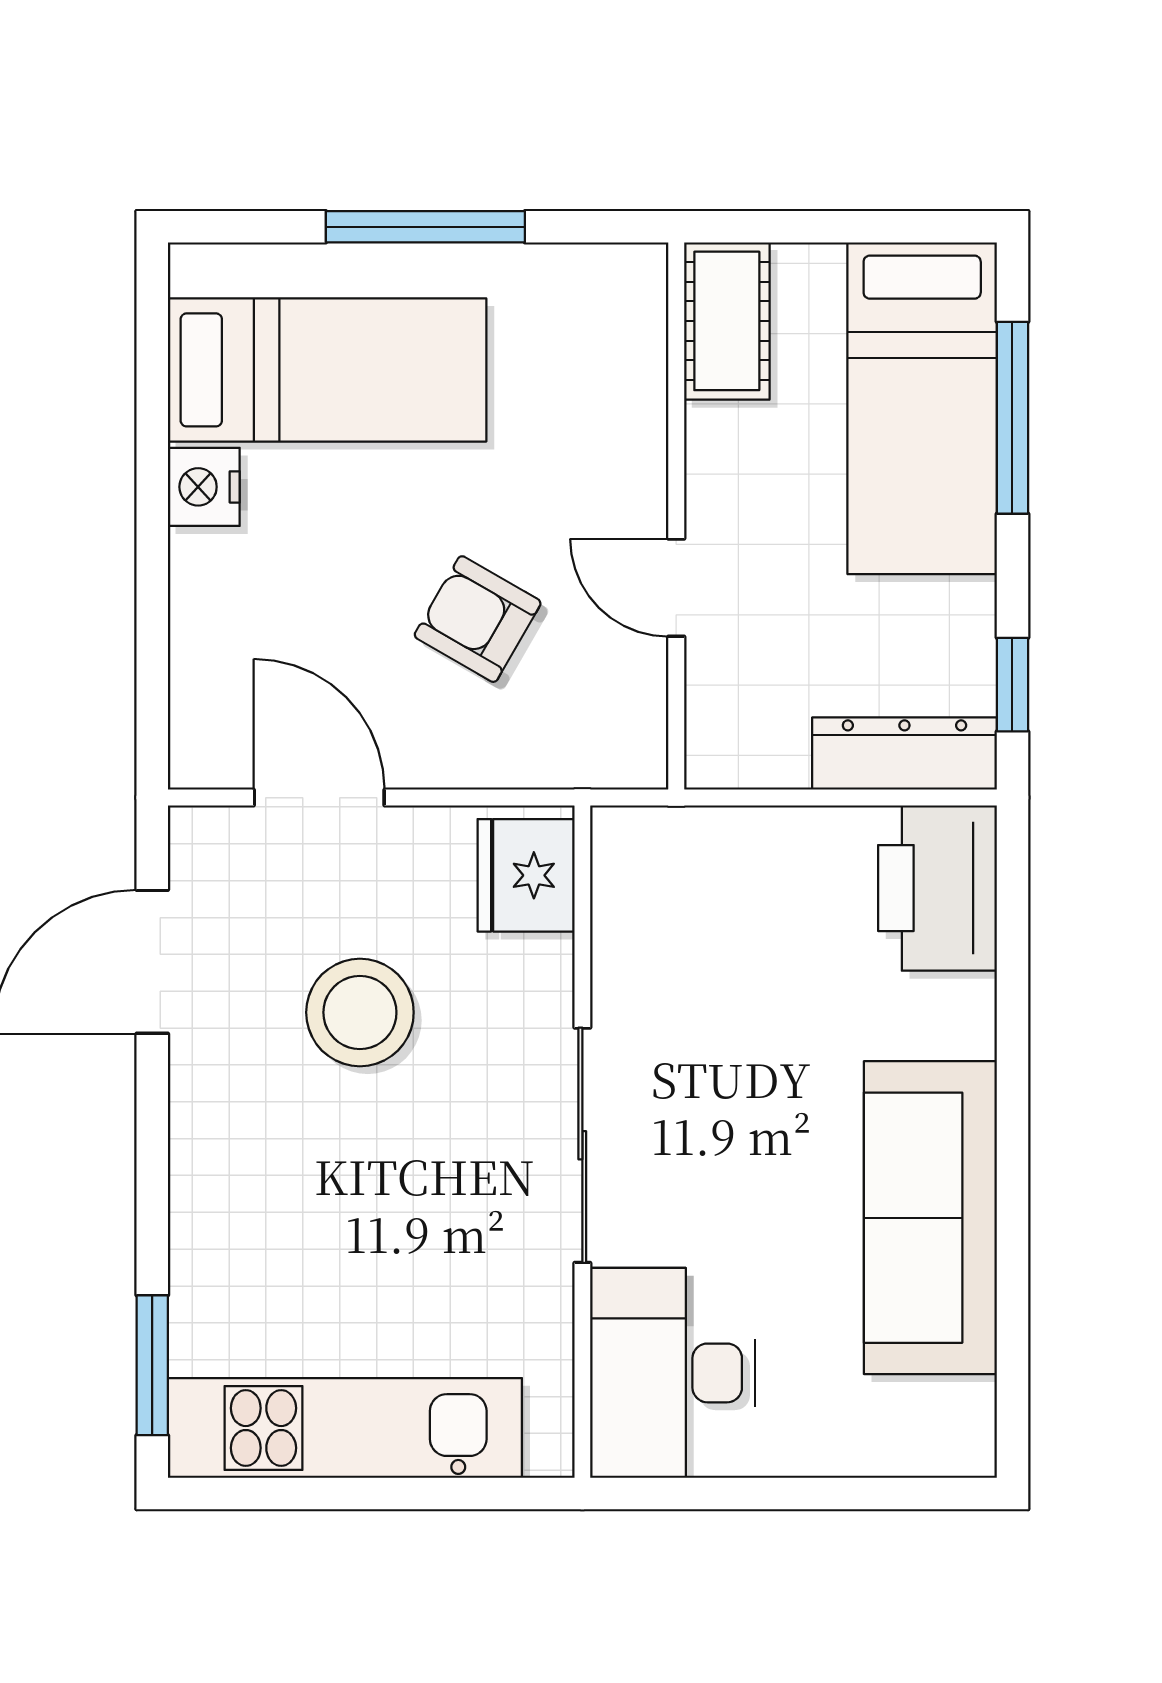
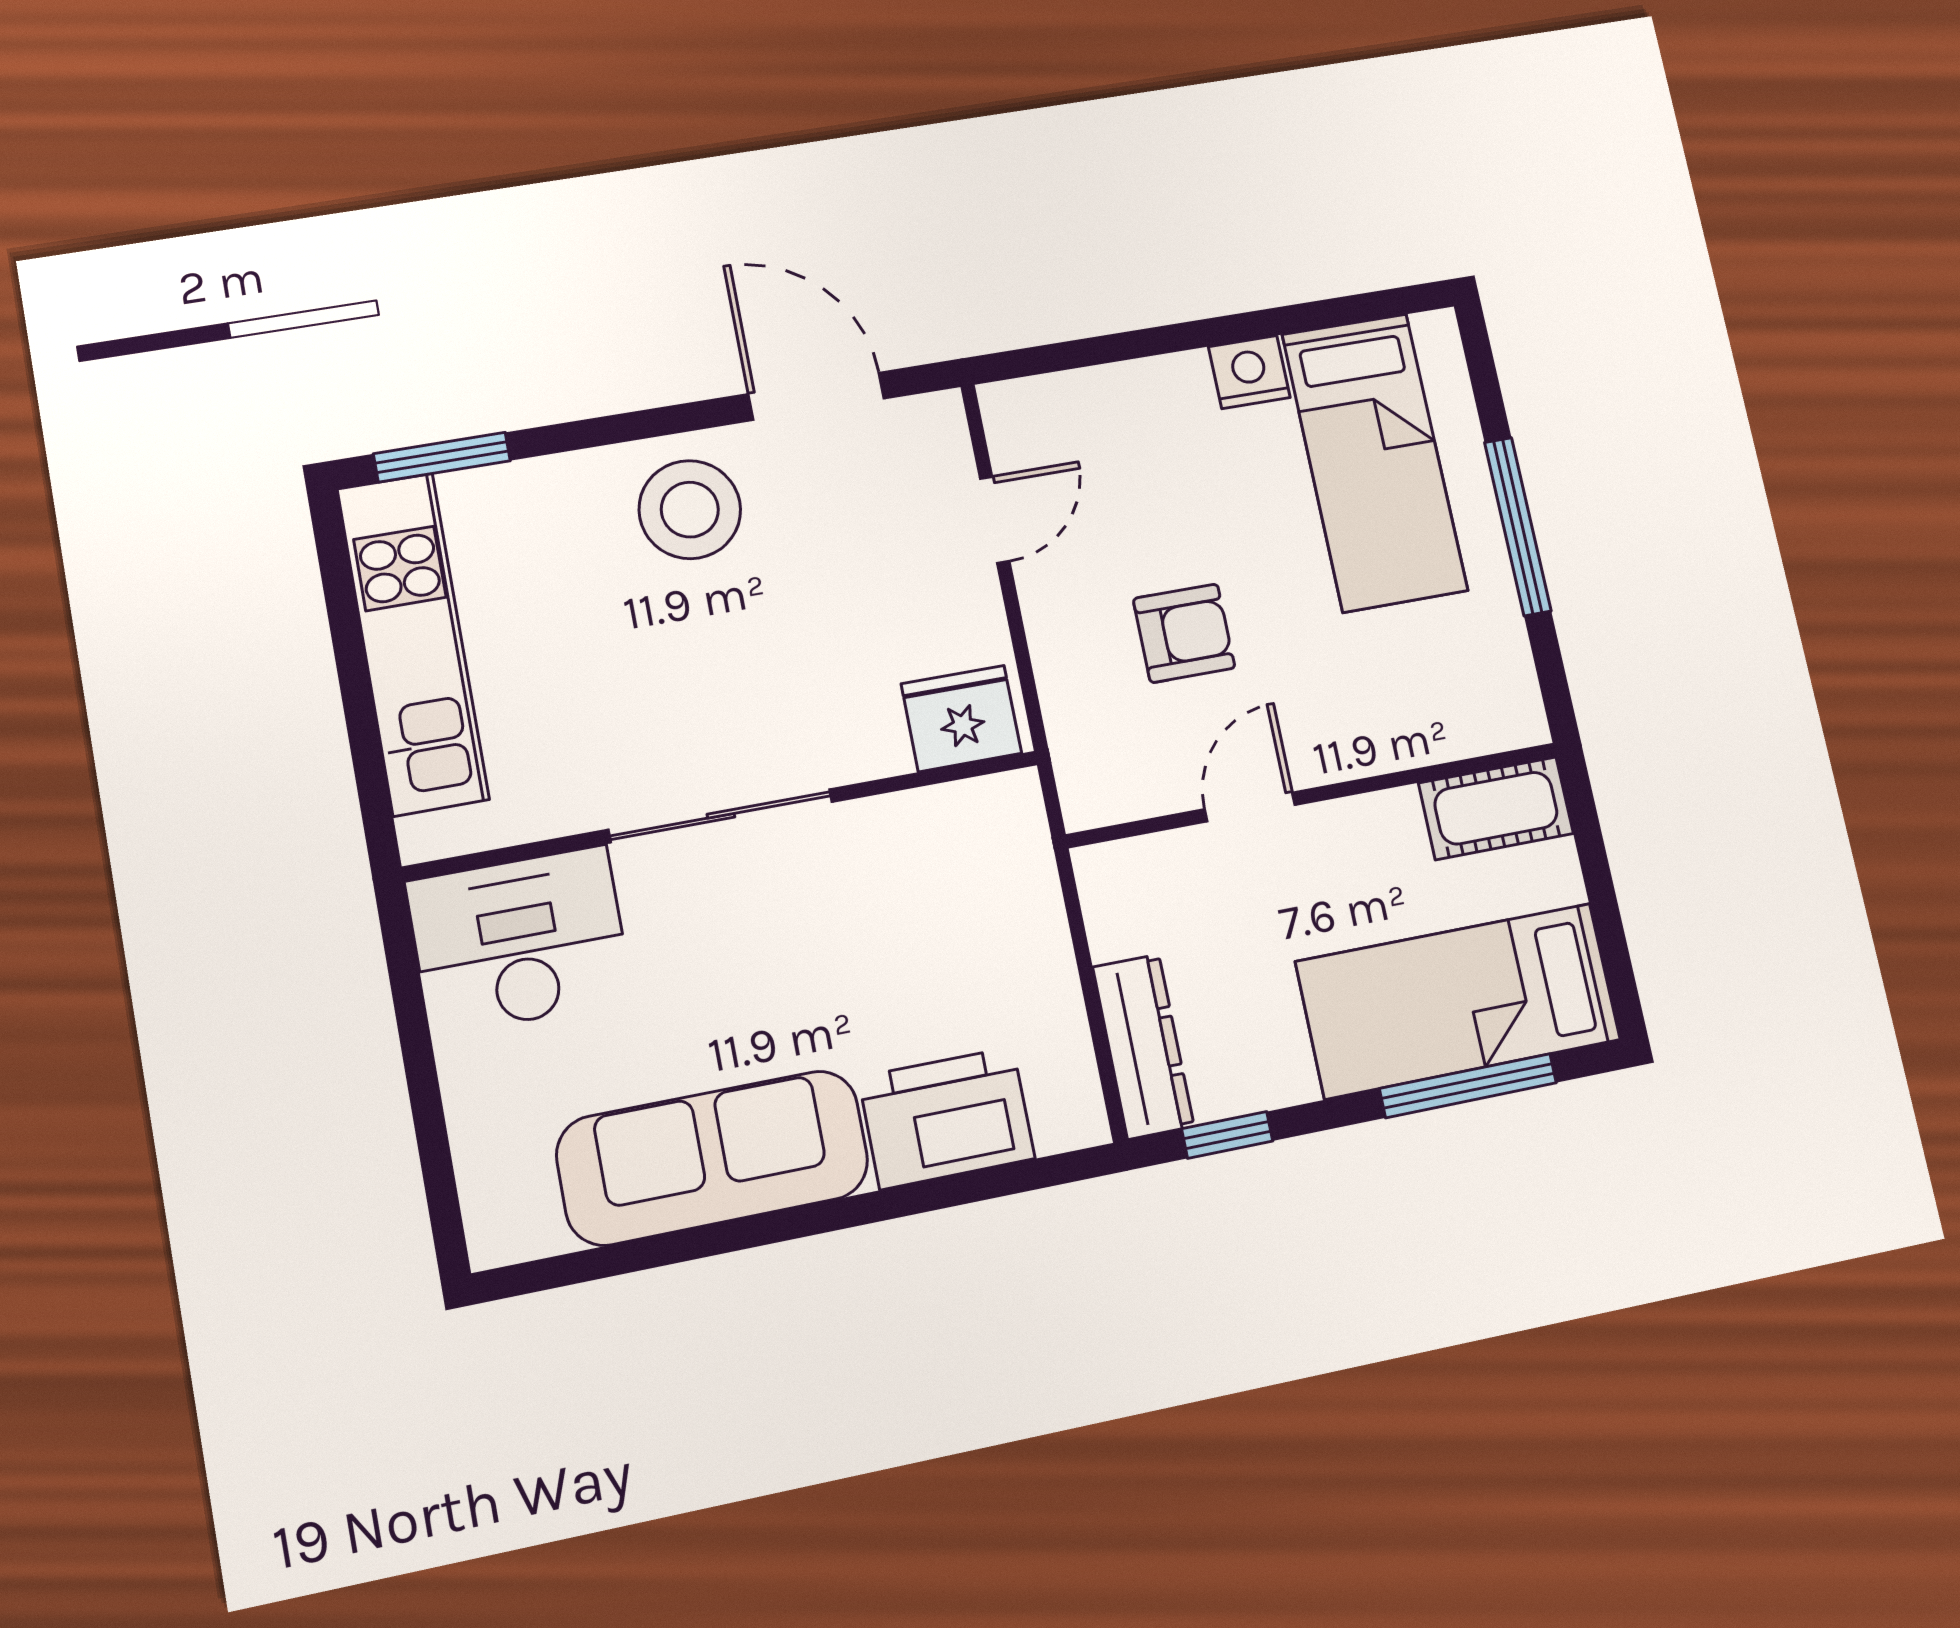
armchair: (478, 619) -> (1184, 633), turned 60
door: (319, 798) -> (995, 520), width x0.73
printer: (937, 888) -> (947, 1118), moved
stool: (360, 1012) -> (690, 510), moved

